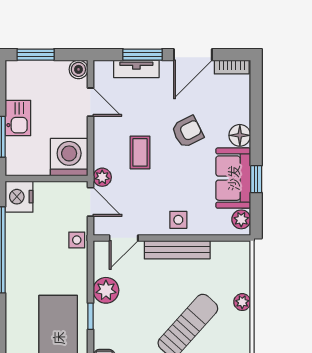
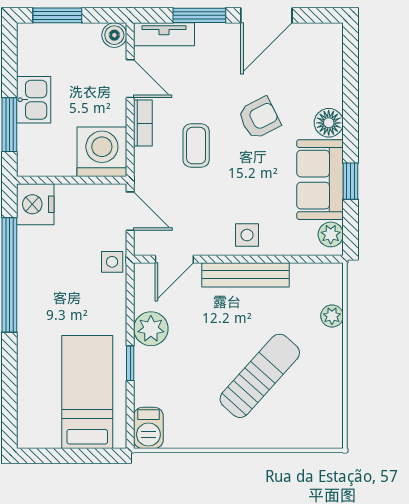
bookcase: (232, 67) -> (143, 123), moved, turned -90
tv unit: (136, 69) -> (164, 34), moved
plant: (102, 177) -> (146, 178), removed
plant: (242, 302) -> (332, 316), moved

